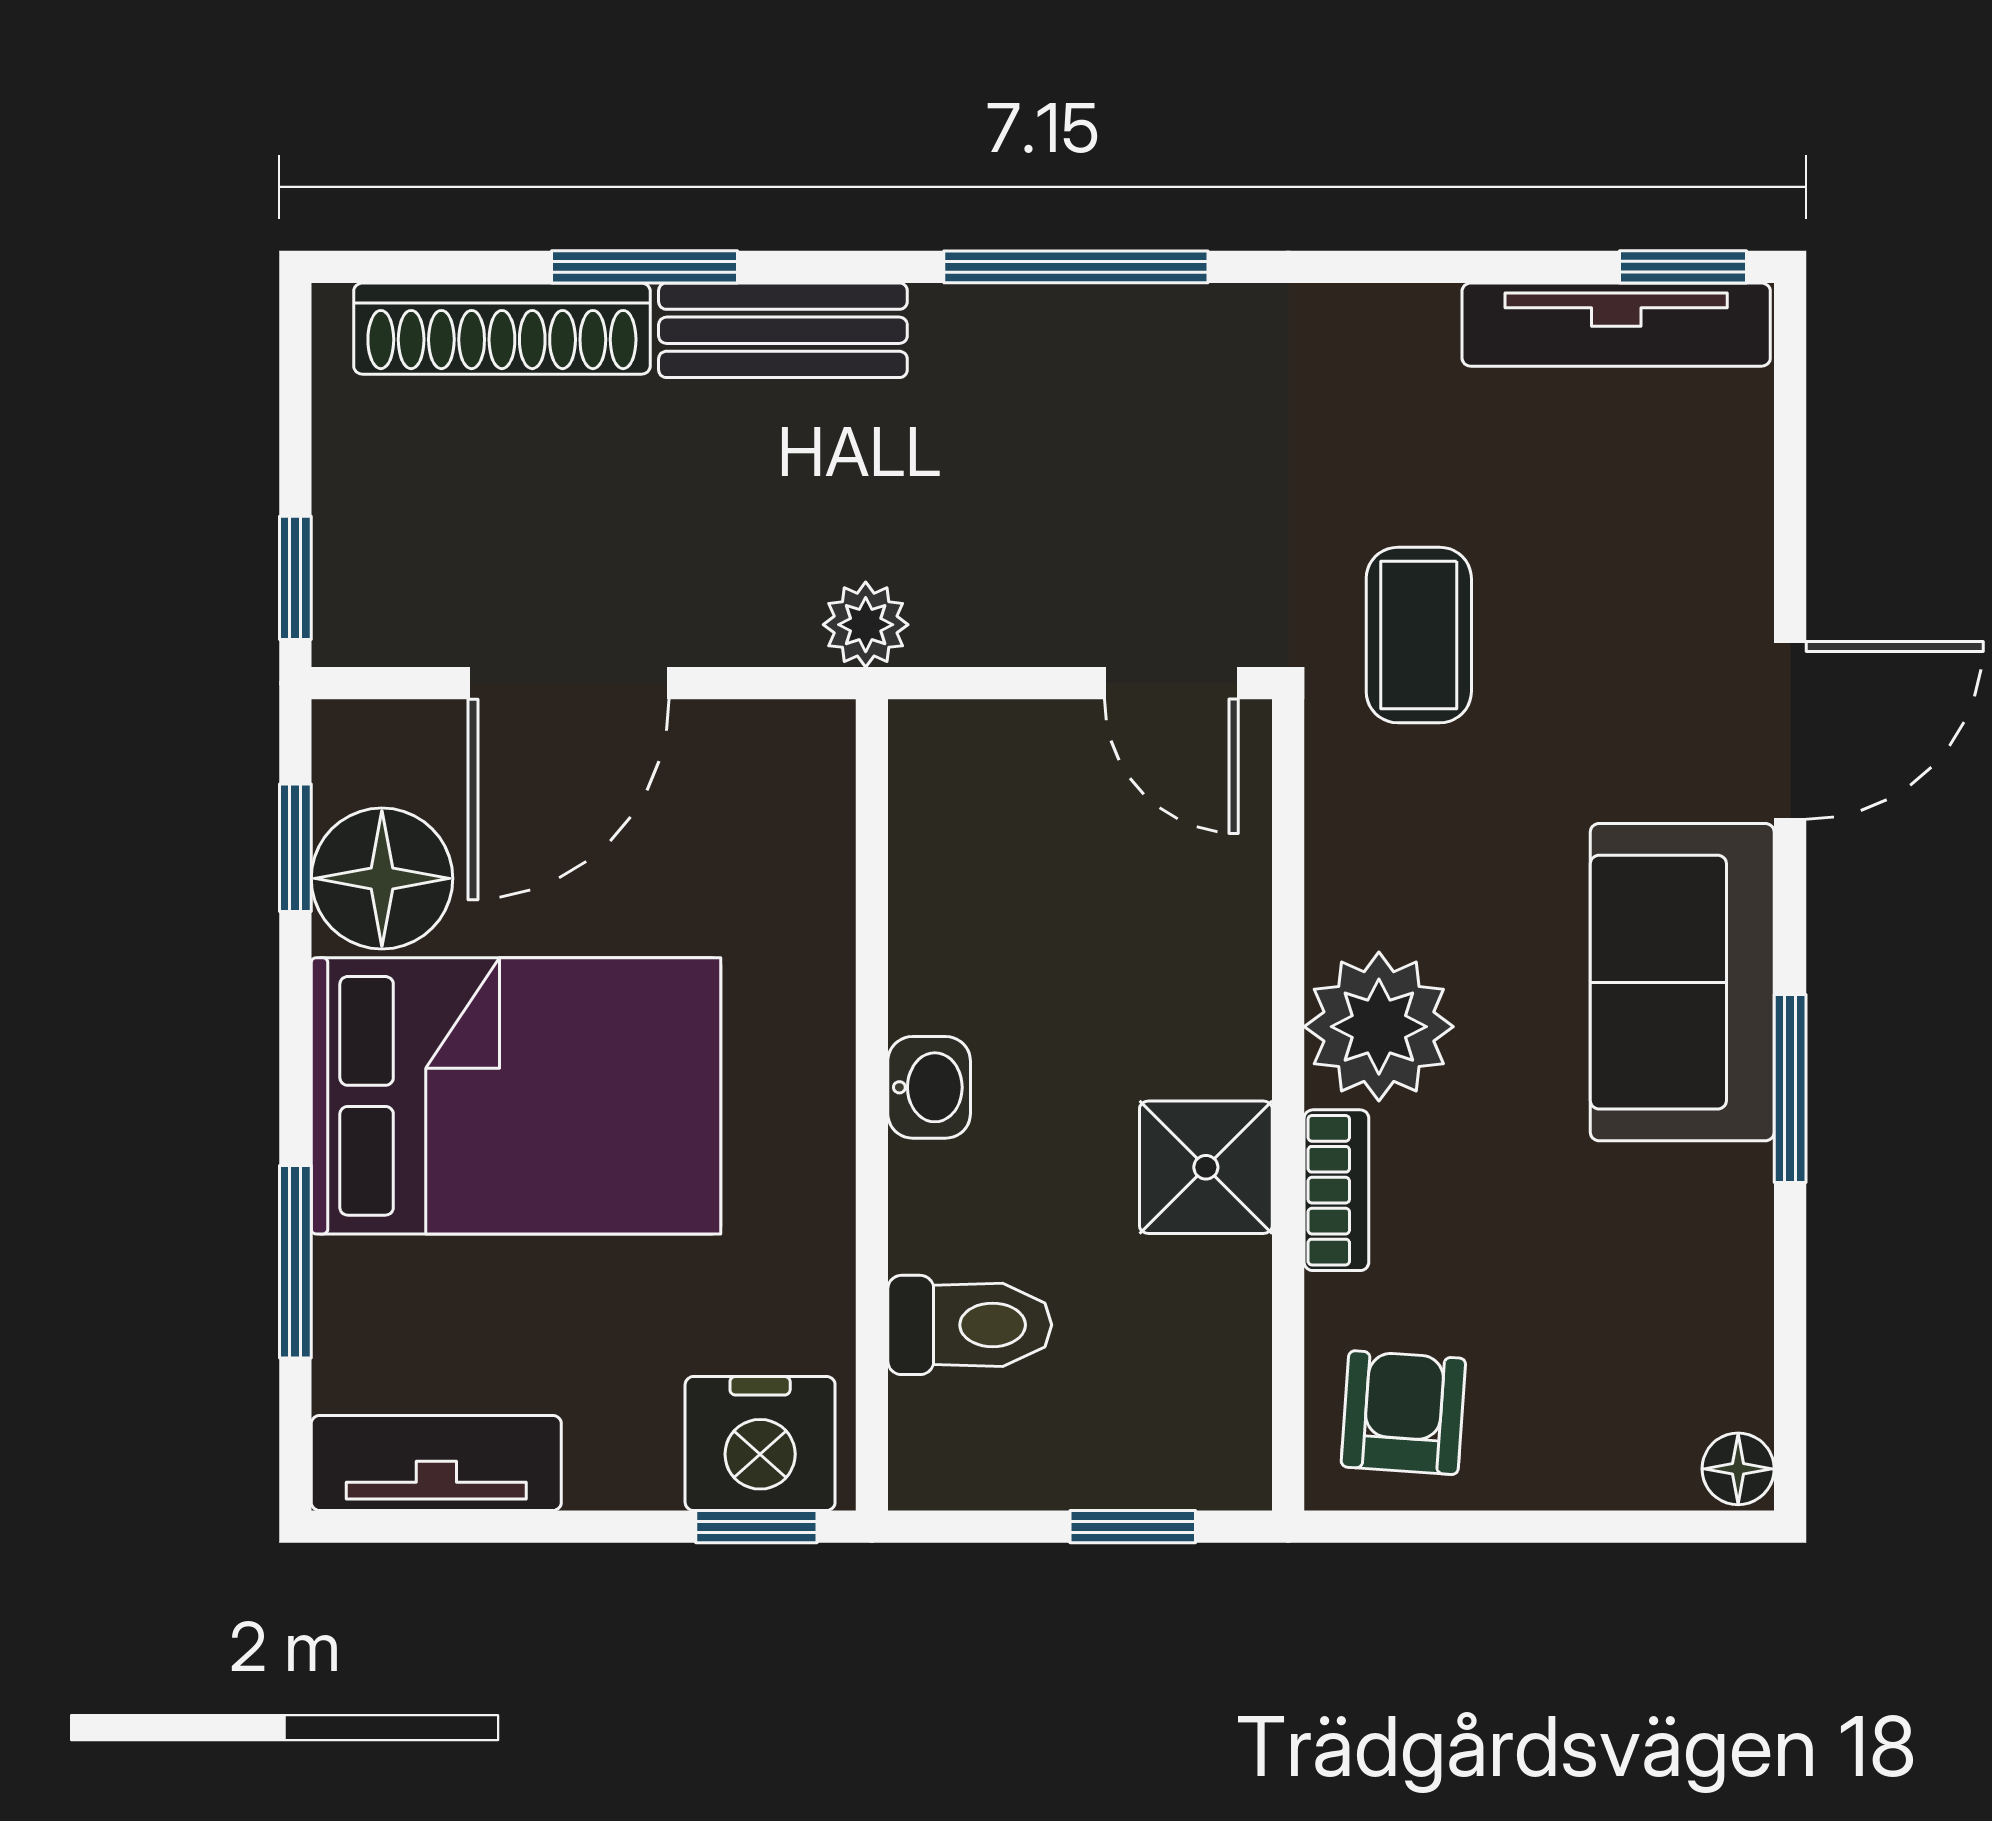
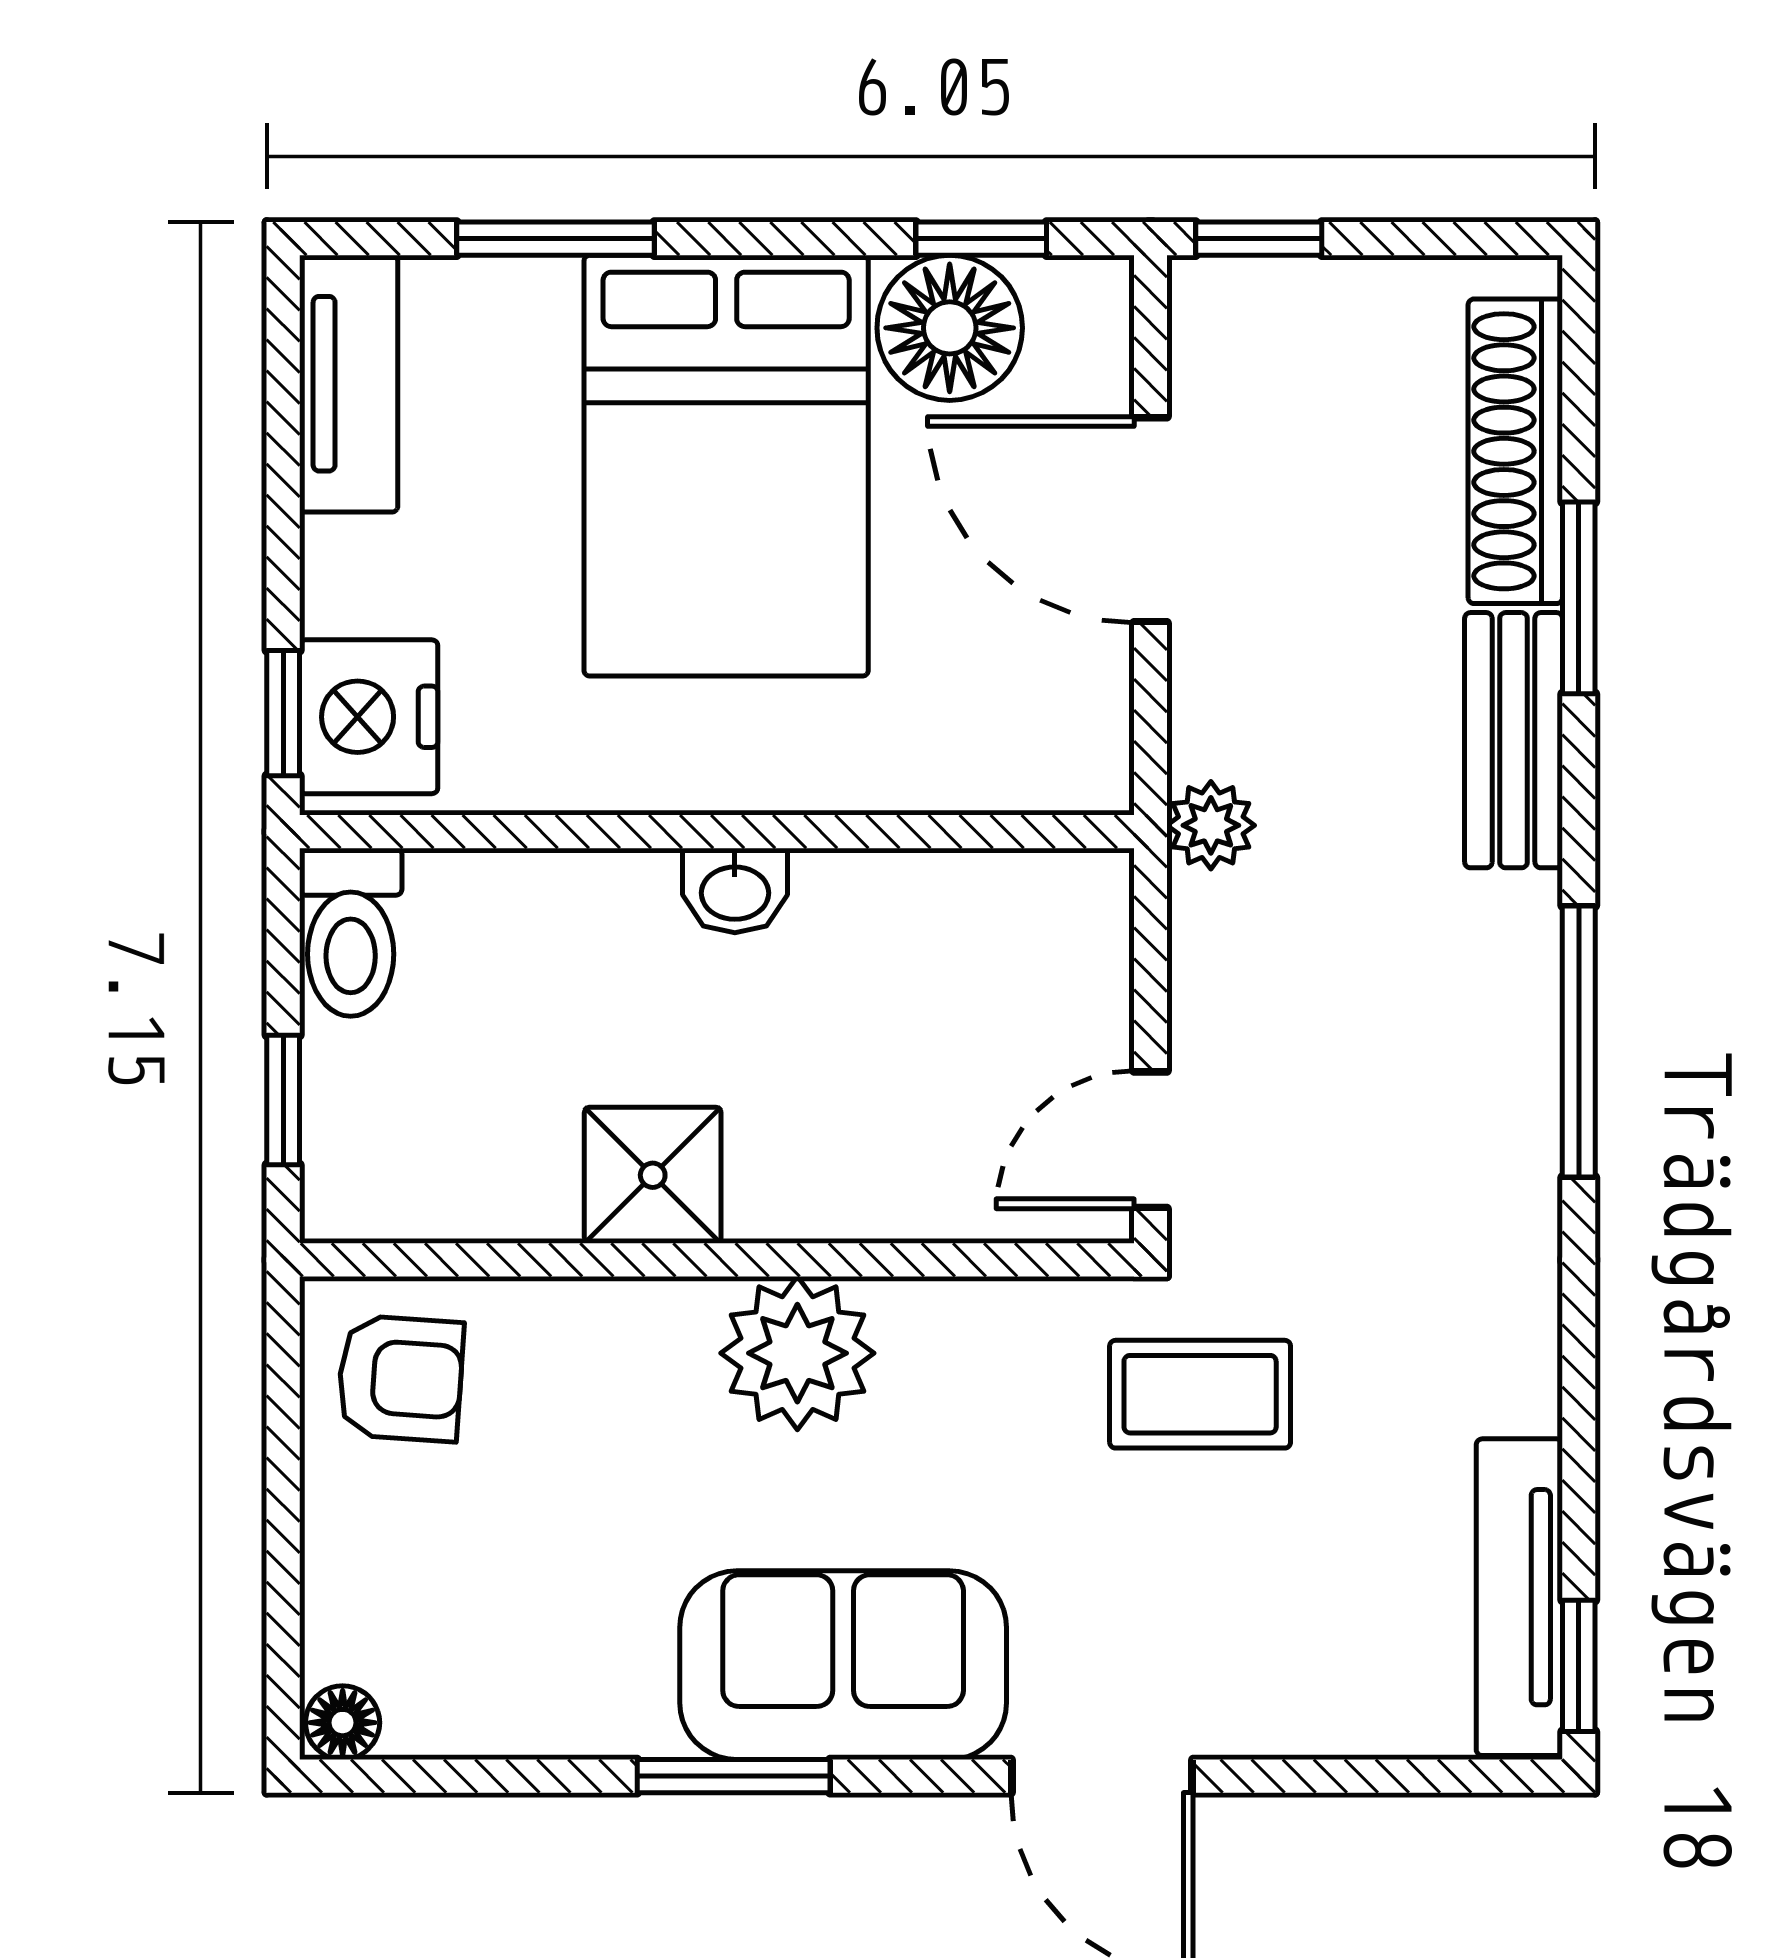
bookcase: (1336, 1190) -> (629, 1310), removed
toilet: (970, 1325) -> (351, 932), moved

